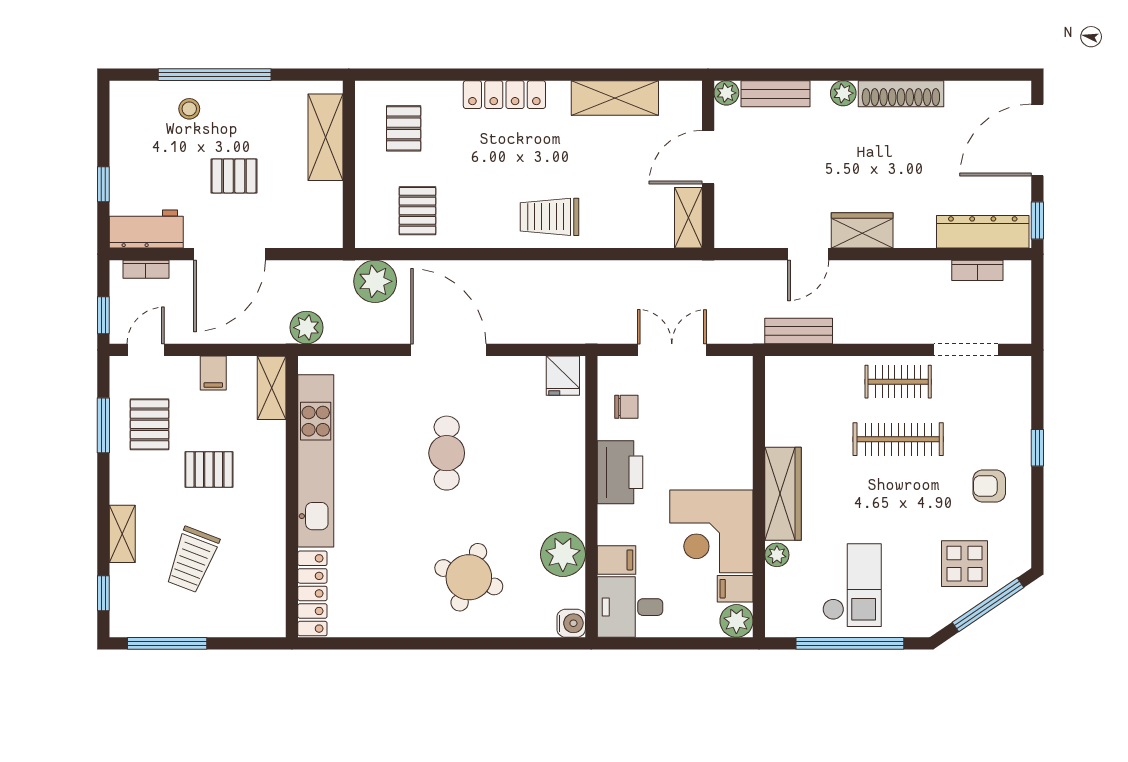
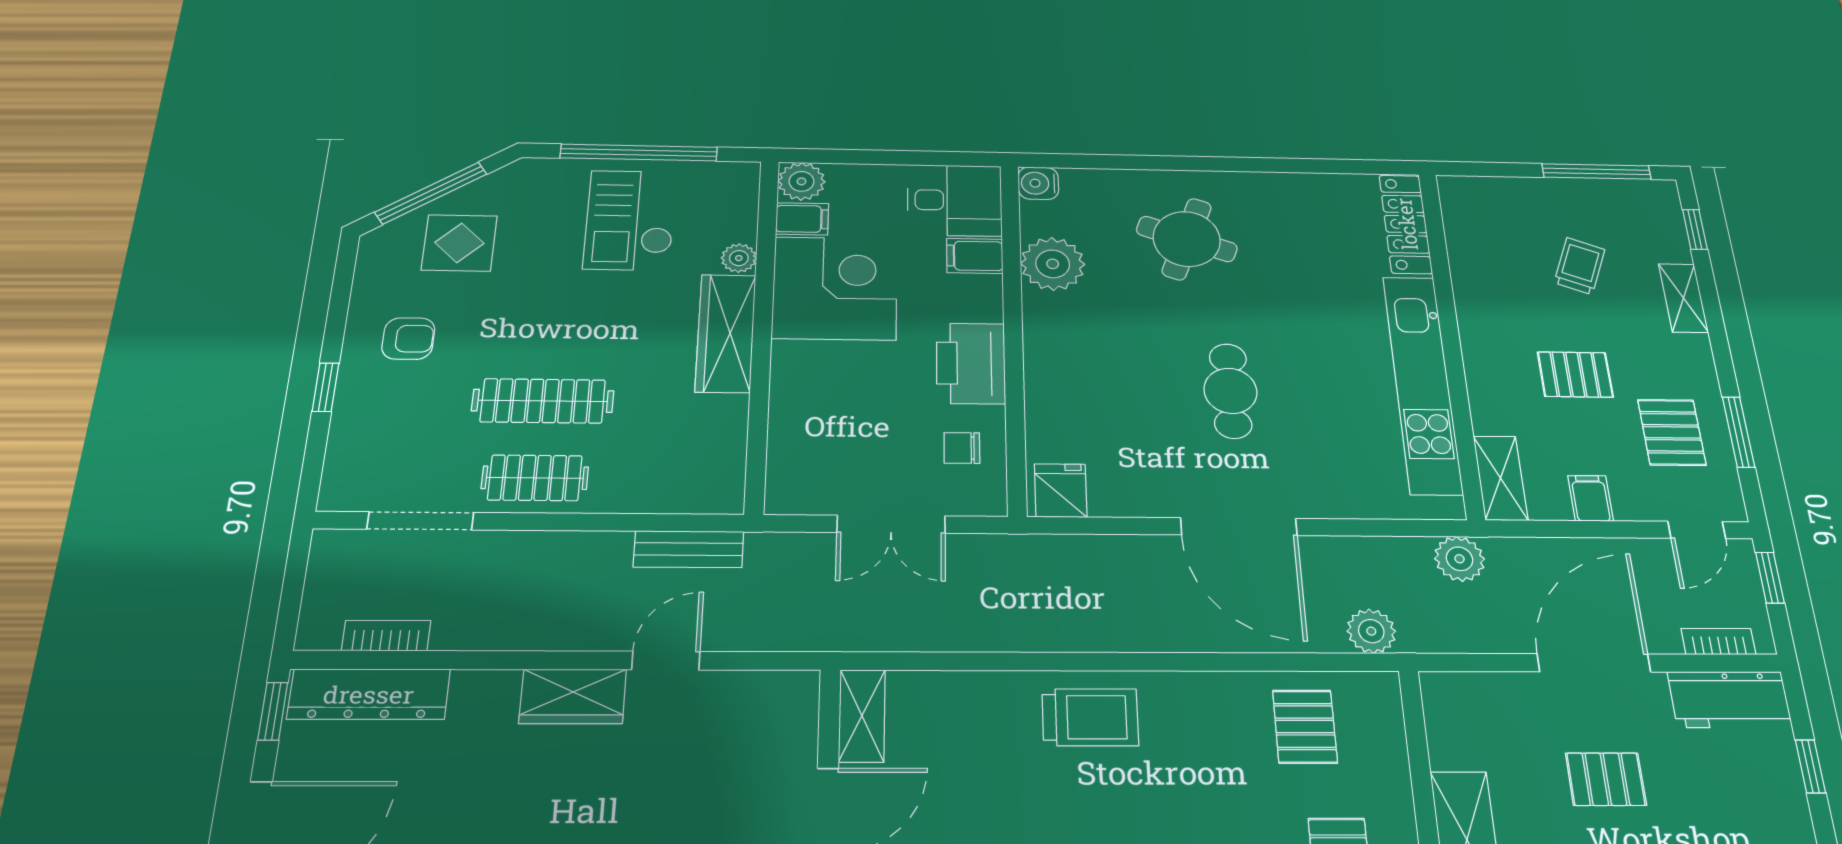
plant: (375, 281) -> (1371, 631), width x0.73, depth x0.73
trolley: (192, 560) -> (1579, 266), width x0.73, depth x0.72

